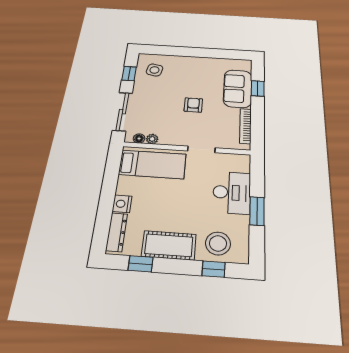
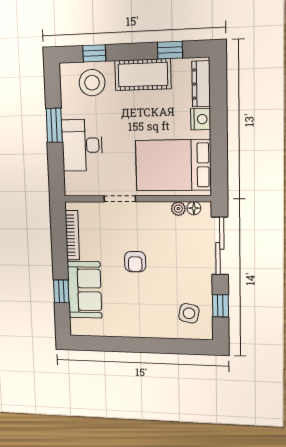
bed: (152, 164) -> (173, 165), width x1.50

